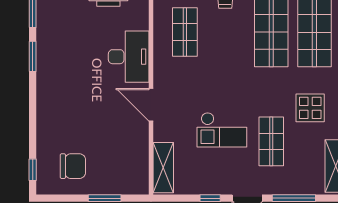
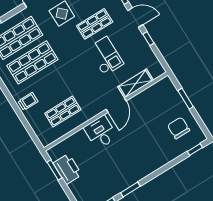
desk: (129, 57) -> (101, 132), width x0.73
shelving: (163, 168) -> (136, 83), moved

